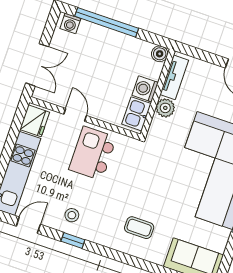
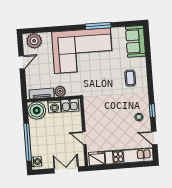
boiler: (160, 54) -> (37, 110), width x1.86, depth x1.86
door: (75, 115) -> (84, 138), hinge flipped
kitchen island: (93, 153) -> (101, 120), removed

